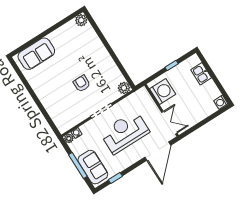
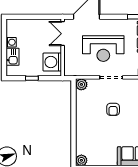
washing machine: (221, 102) -> (11, 42), moved

